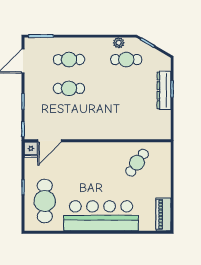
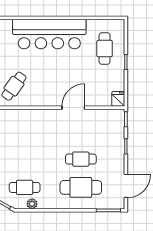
cafe table: (69, 60) -> (81, 187), width x1.37, depth x1.35
door: (50, 141) -> (73, 108), moved
cafe table: (45, 201) -> (105, 49), width x0.73, depth x0.74

